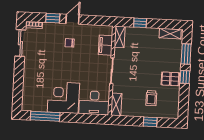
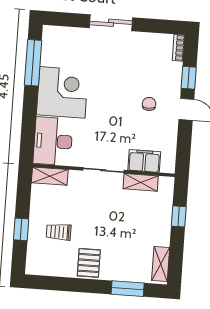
shelving: (120, 37) -> (141, 182), moved
sliding door: (20, 43) -> (111, 23), moved
window: (185, 77) -> (91, 286), removed

